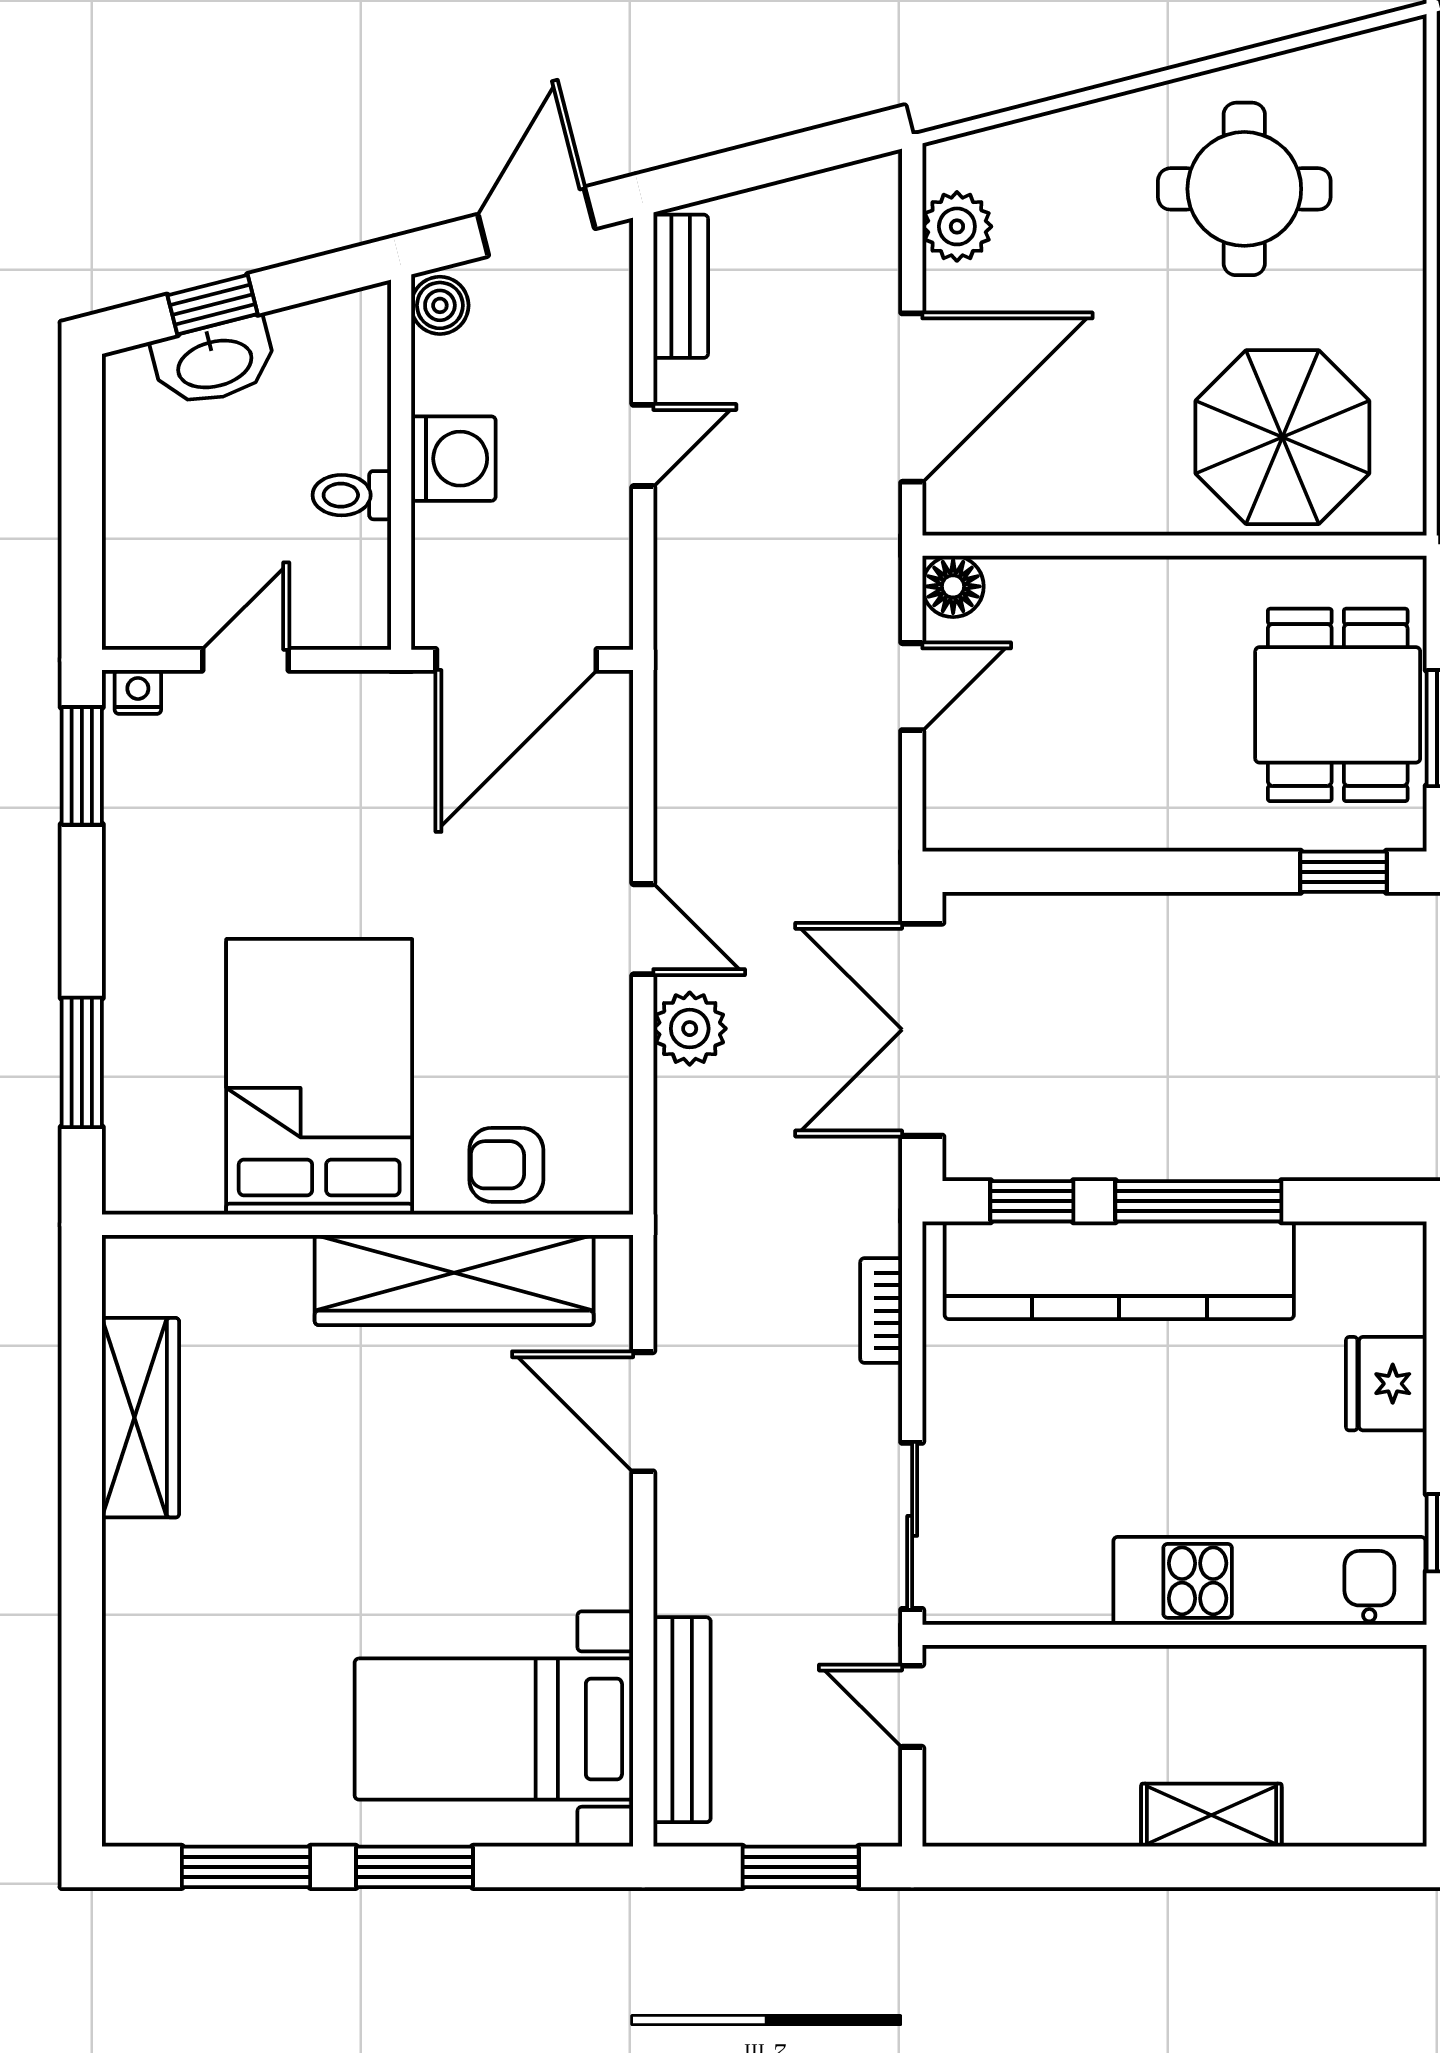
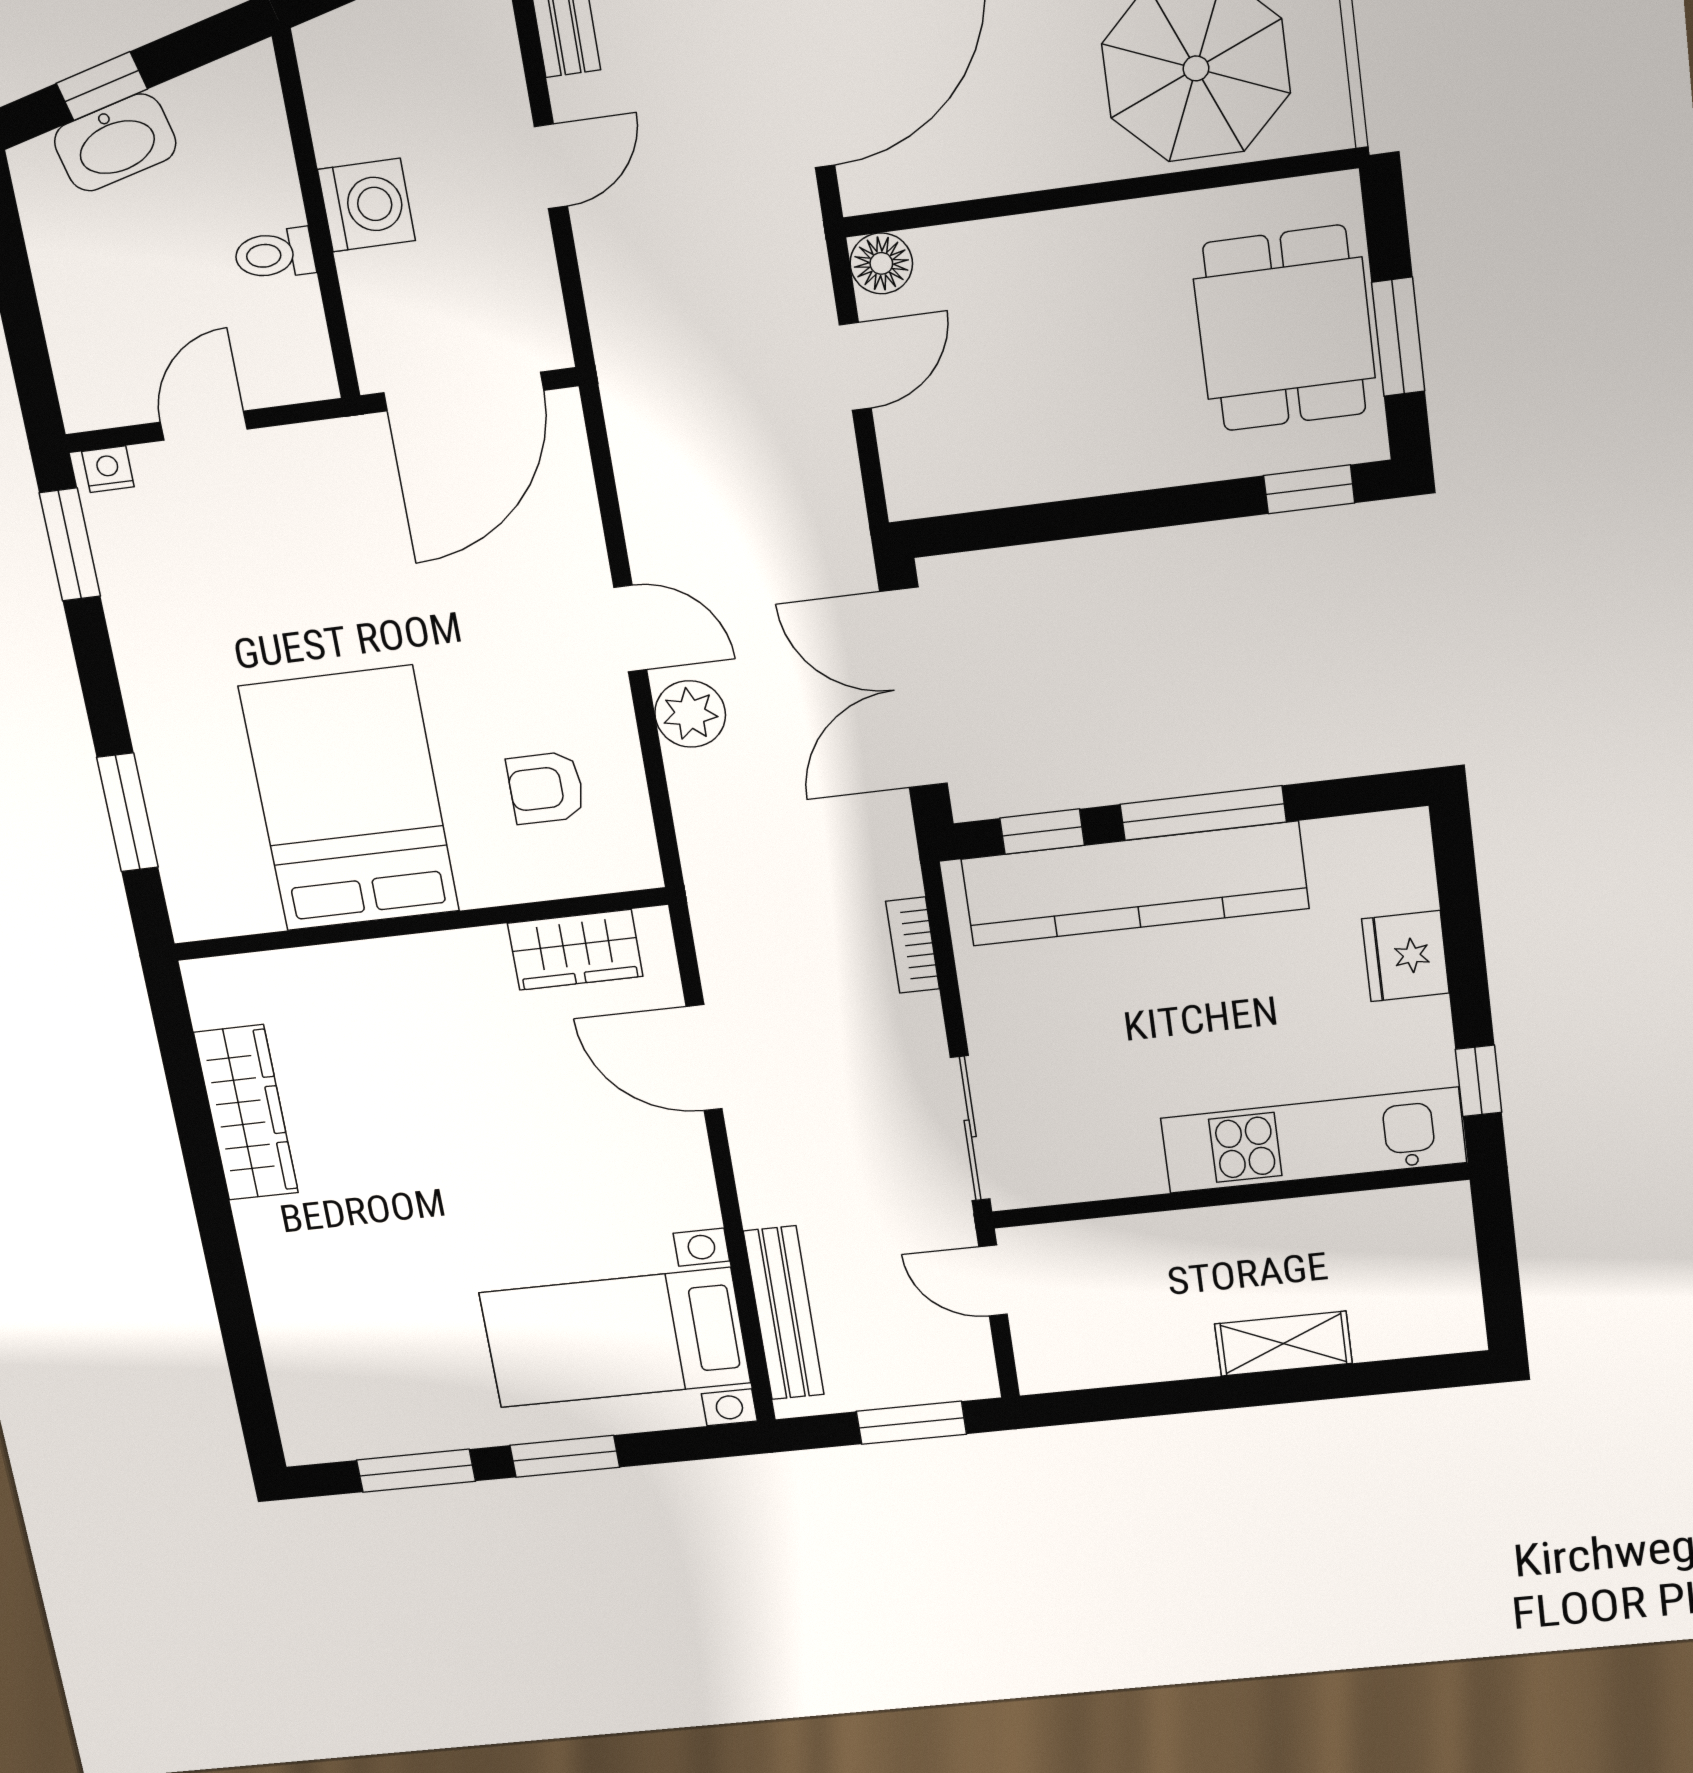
boiler: (440, 305) -> (325, 55), removed
armchair: (506, 1165) -> (546, 788), moved
wardrobe: (454, 1280) -> (575, 950), width x0.48, depth x0.85

